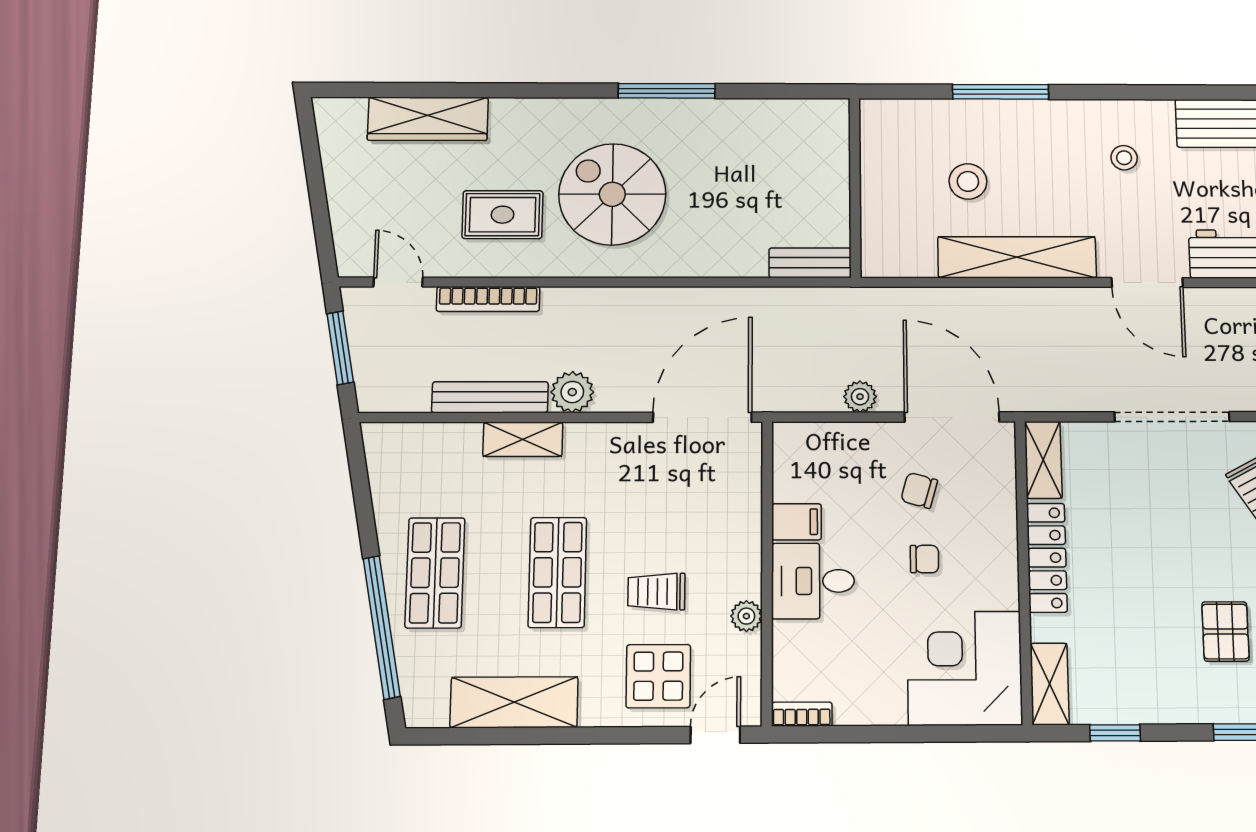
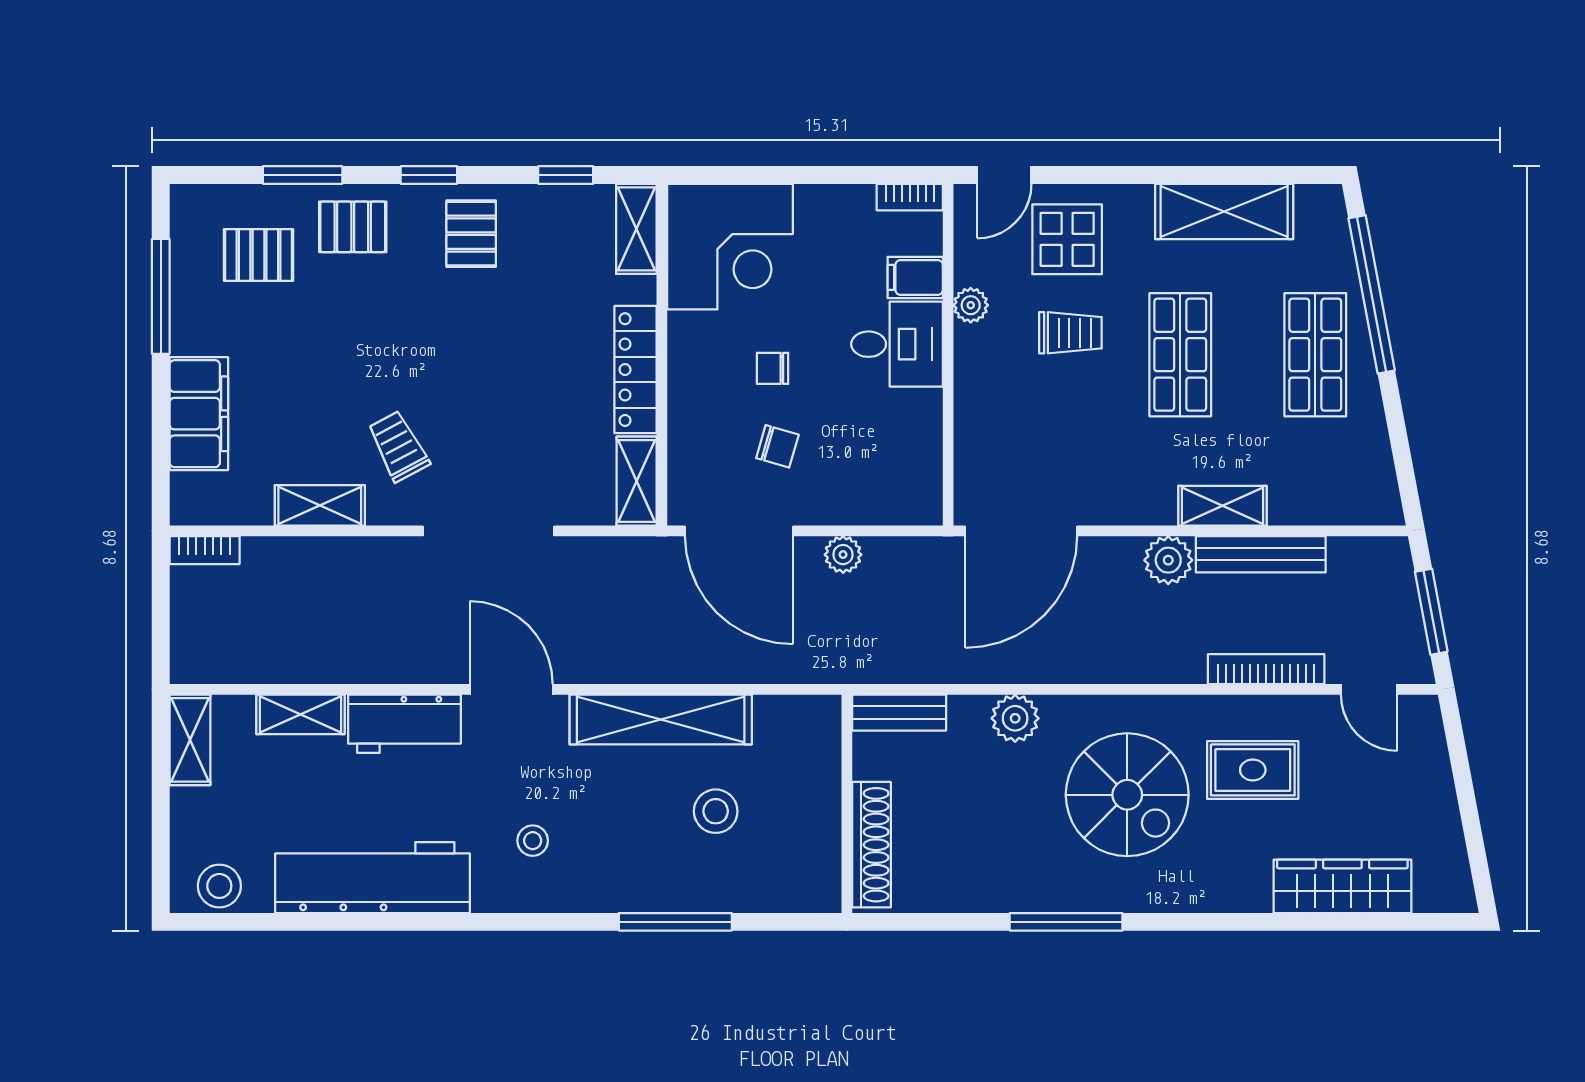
shoe rack: (834, 154) -> (871, 845), added
plant: (709, 258) -> (1015, 718), added
filing cabinet: (796, 522) -> (915, 277), moved
pallet: (1225, 631) -> (471, 234), moved

